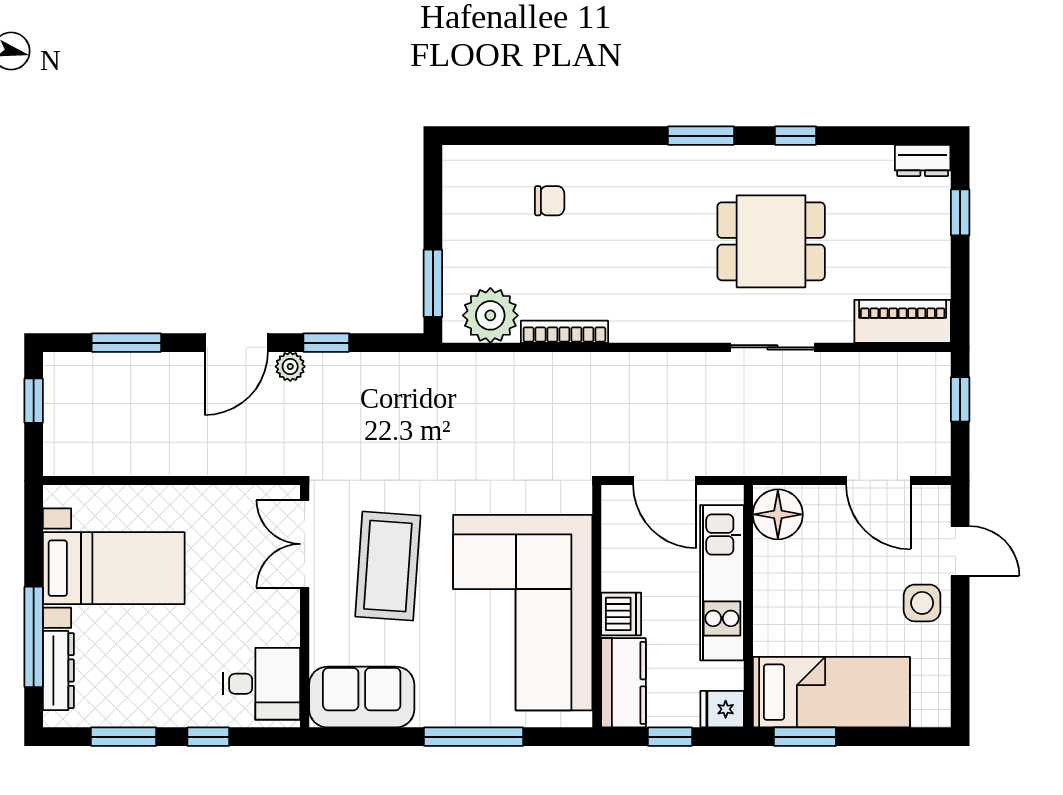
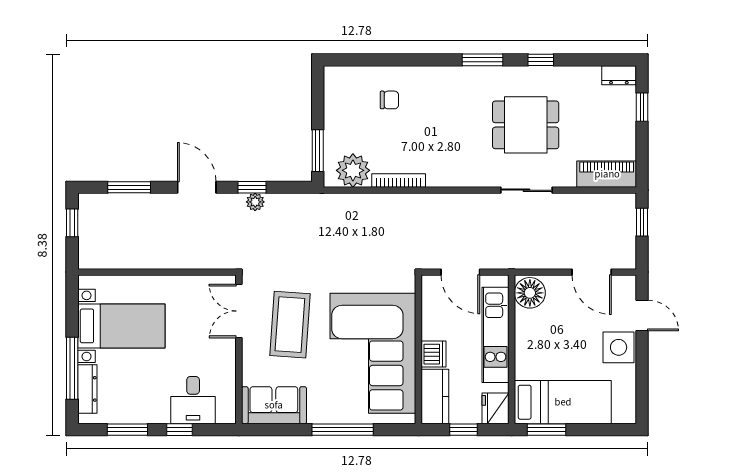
door: (236, 343) -> (197, 187), swing flipped
plant: (290, 367) -> (255, 202), moved
side table: (922, 603) -> (619, 347), width x1.37, depth x1.37
desk: (262, 684) -> (193, 400), moved, turned 90
fridge: (722, 709) -> (496, 408), width x1.38

